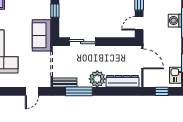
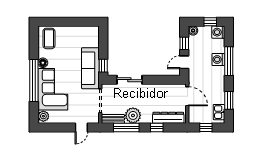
window: (55, 11) -> (103, 66), moved
sofa: (41, 35) -> (90, 68), width x1.36
plant: (97, 79) -> (133, 115), moved
window: (111, 91) -> (157, 127), added

